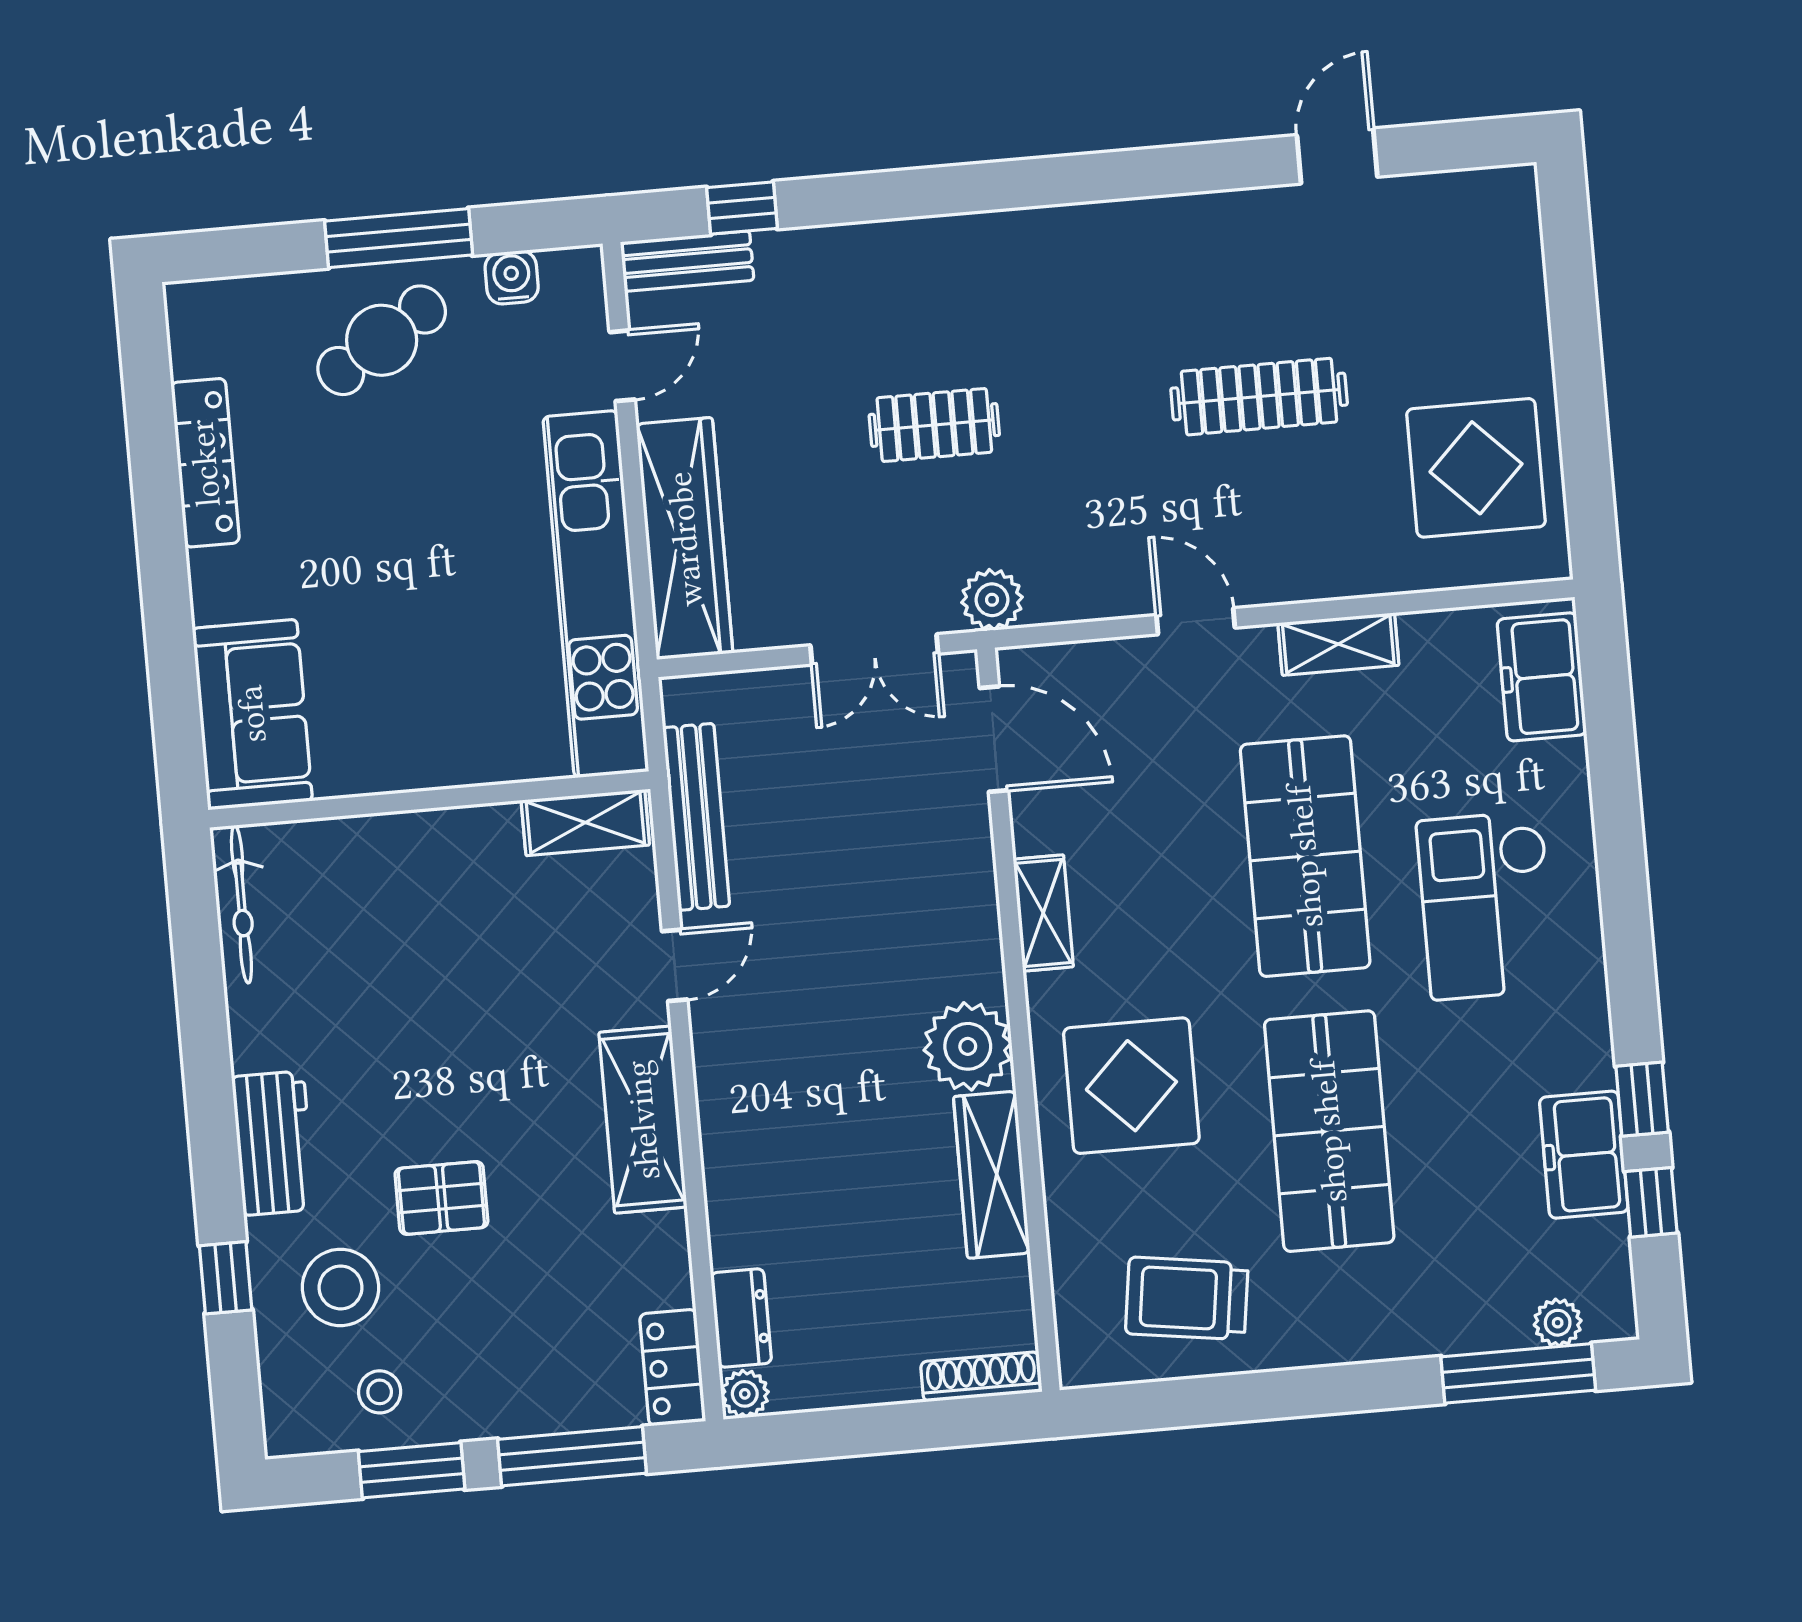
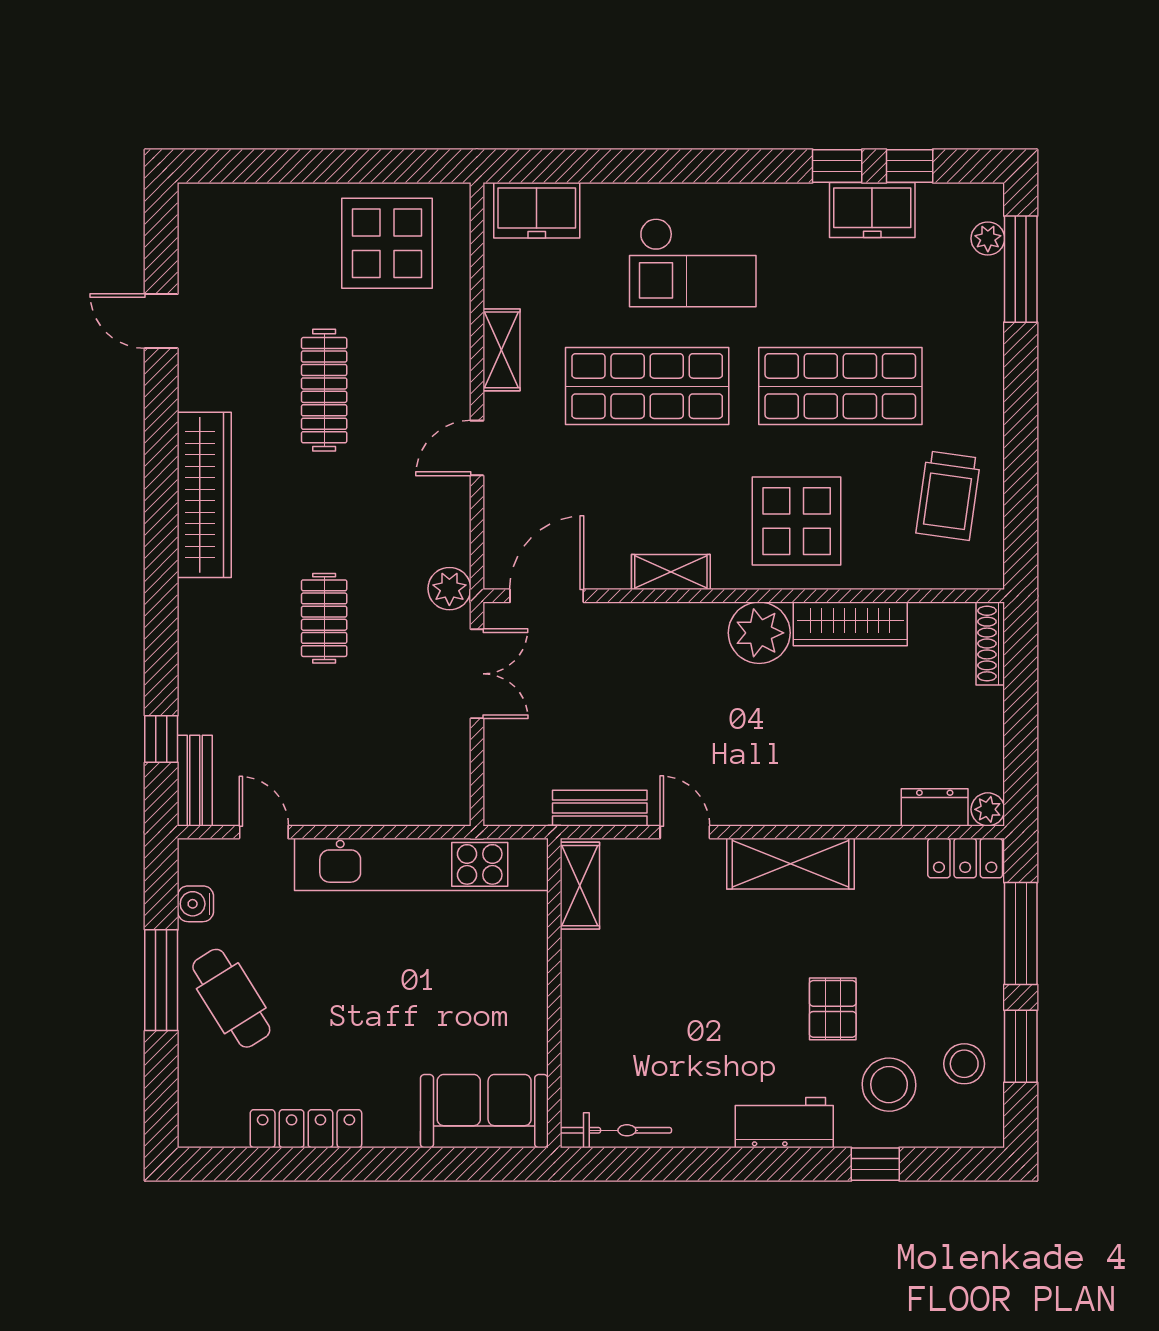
wardrobe: (685, 539) -> (204, 495), moved, turned 90
bench: (696, 817) -> (600, 808), width x0.73
stool: (380, 1392) -> (964, 1064), width x1.37, depth x1.37

